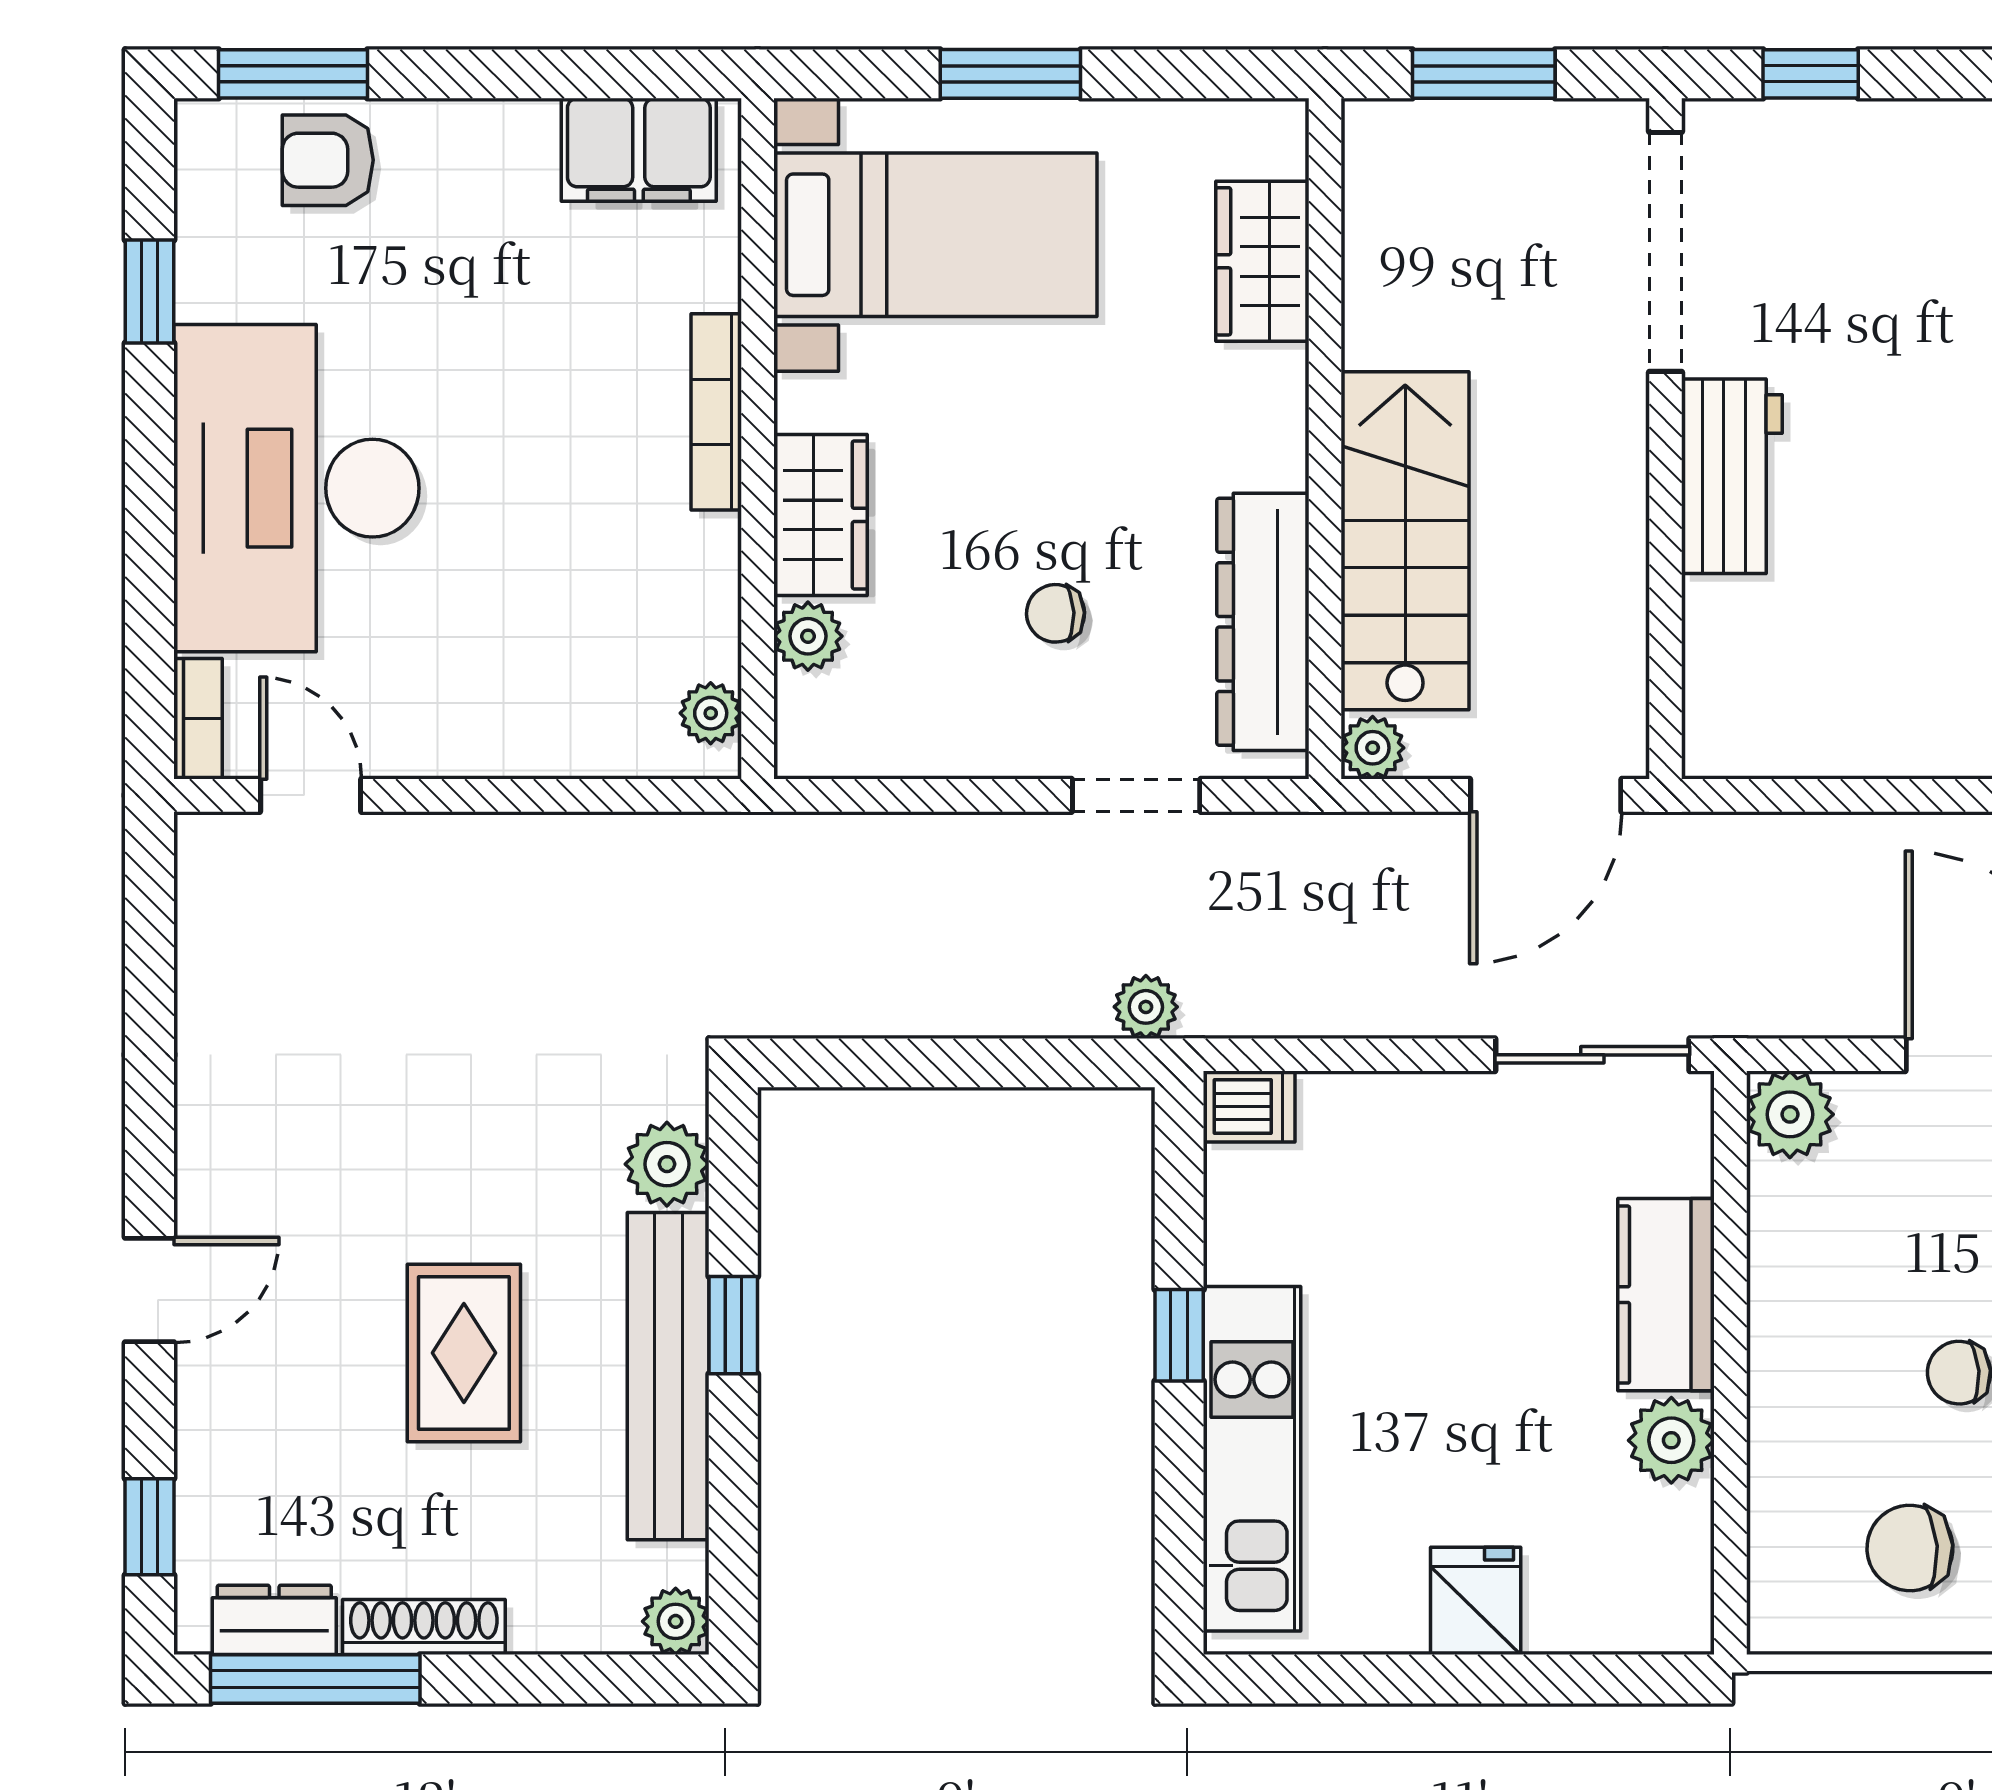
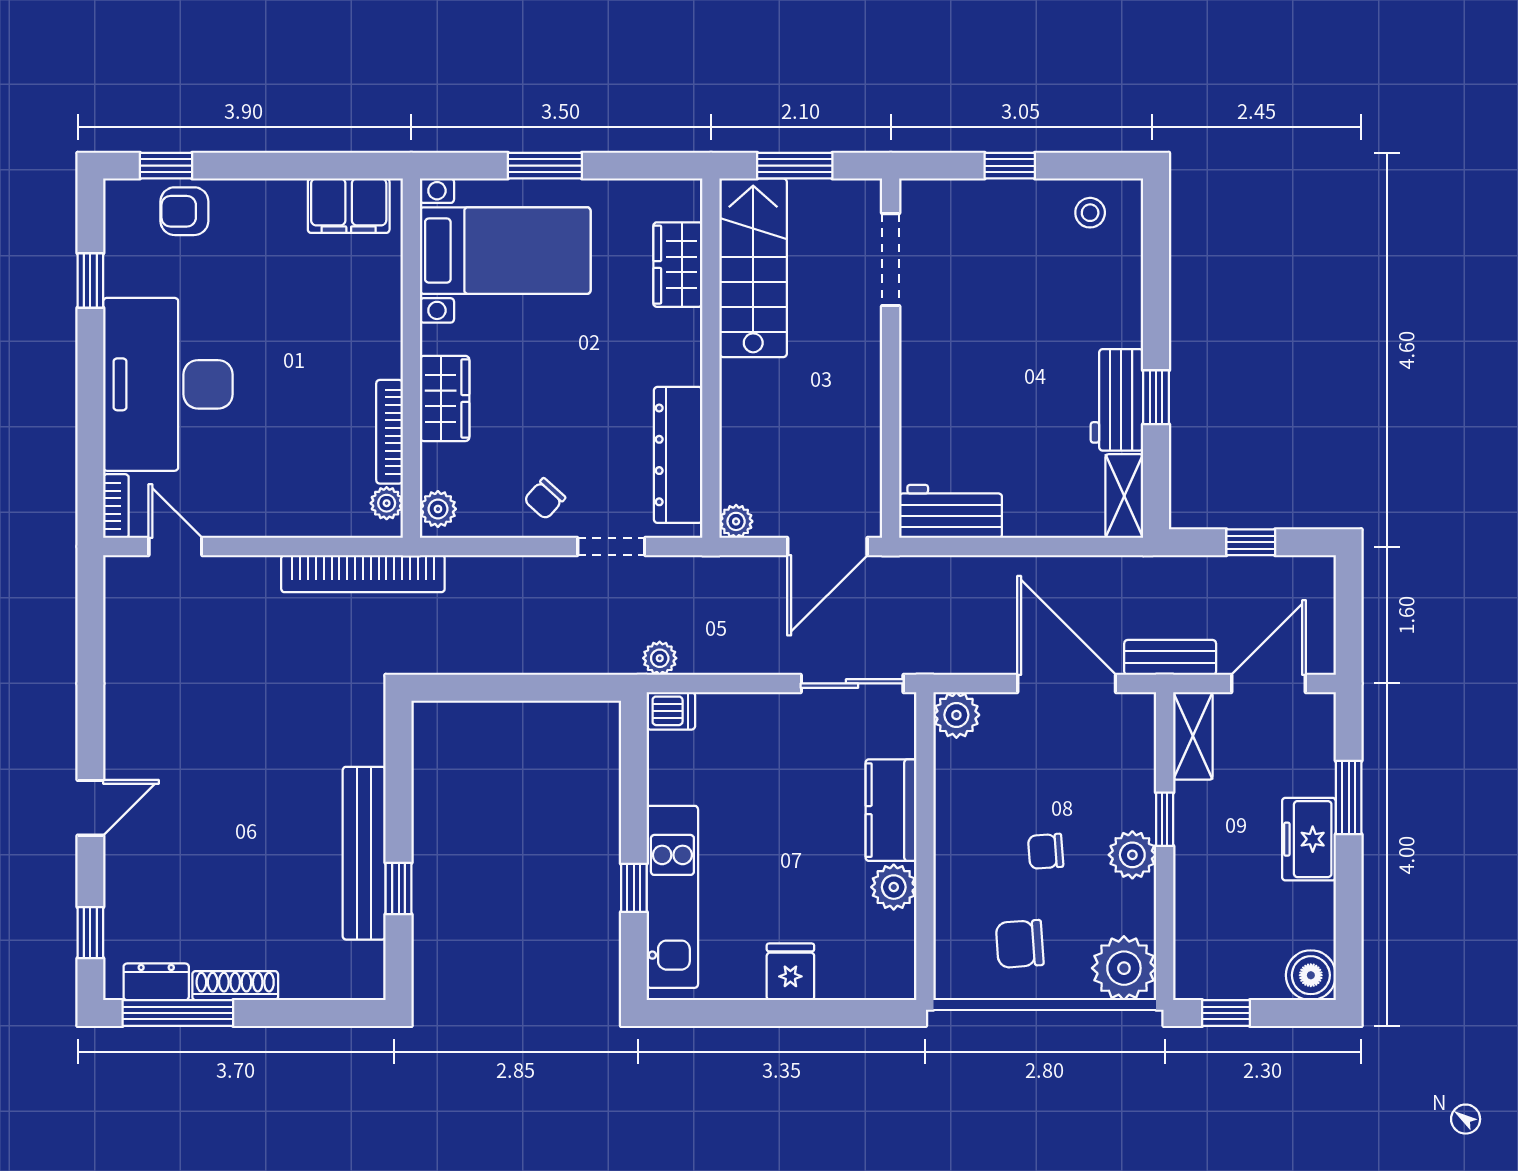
window: (293, 74) -> (166, 166), width x0.67
window: (1811, 74) -> (1010, 166), moved
doorway: (1665, 252) -> (891, 260), width x0.73
bookcase: (716, 412) -> (390, 432), moved
workbench: (1732, 476) -> (951, 511), moved, turned -90
stairs: (1405, 541) -> (753, 268), moved
chair: (1056, 613) -> (545, 499), moved, turned -46
plant: (808, 636) -> (438, 509), moved
bookcase: (666, 847) -> (363, 574), added
plant: (1146, 1007) -> (660, 658), moved
plant: (667, 1164) -> (364, 741), removed
window: (733, 1325) -> (399, 889), moved
window: (1179, 1335) -> (634, 888), moved
rug: (464, 1353) -> (256, 841), removed
plant: (676, 1621) -> (368, 983), removed

